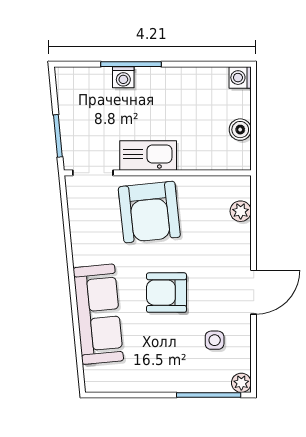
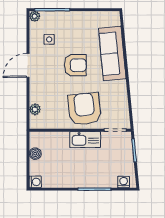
washing machine: (123, 77) -> (124, 182), moved

